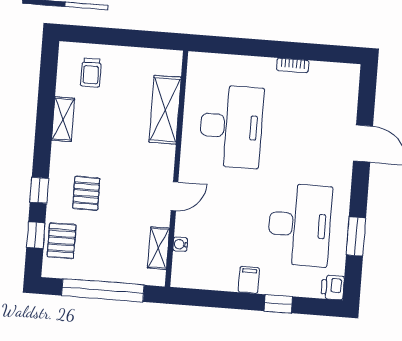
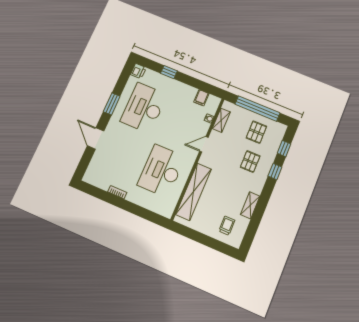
shelving: (165, 110) -> (193, 192), width x1.47
window: (356, 236) -> (112, 104), moved
pallet: (62, 241) -> (256, 132), moved
filing cabinet: (249, 280) -> (201, 98), moved

